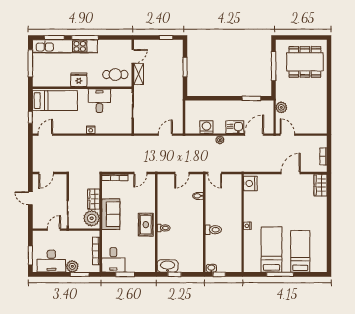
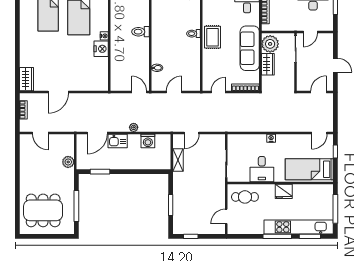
shelving: (139, 74) -> (178, 160), moved
door: (287, 135) -> (40, 133), moved
nightstand: (250, 183) -> (101, 49), moved
sofa: (111, 214) -> (250, 48), width x1.36

